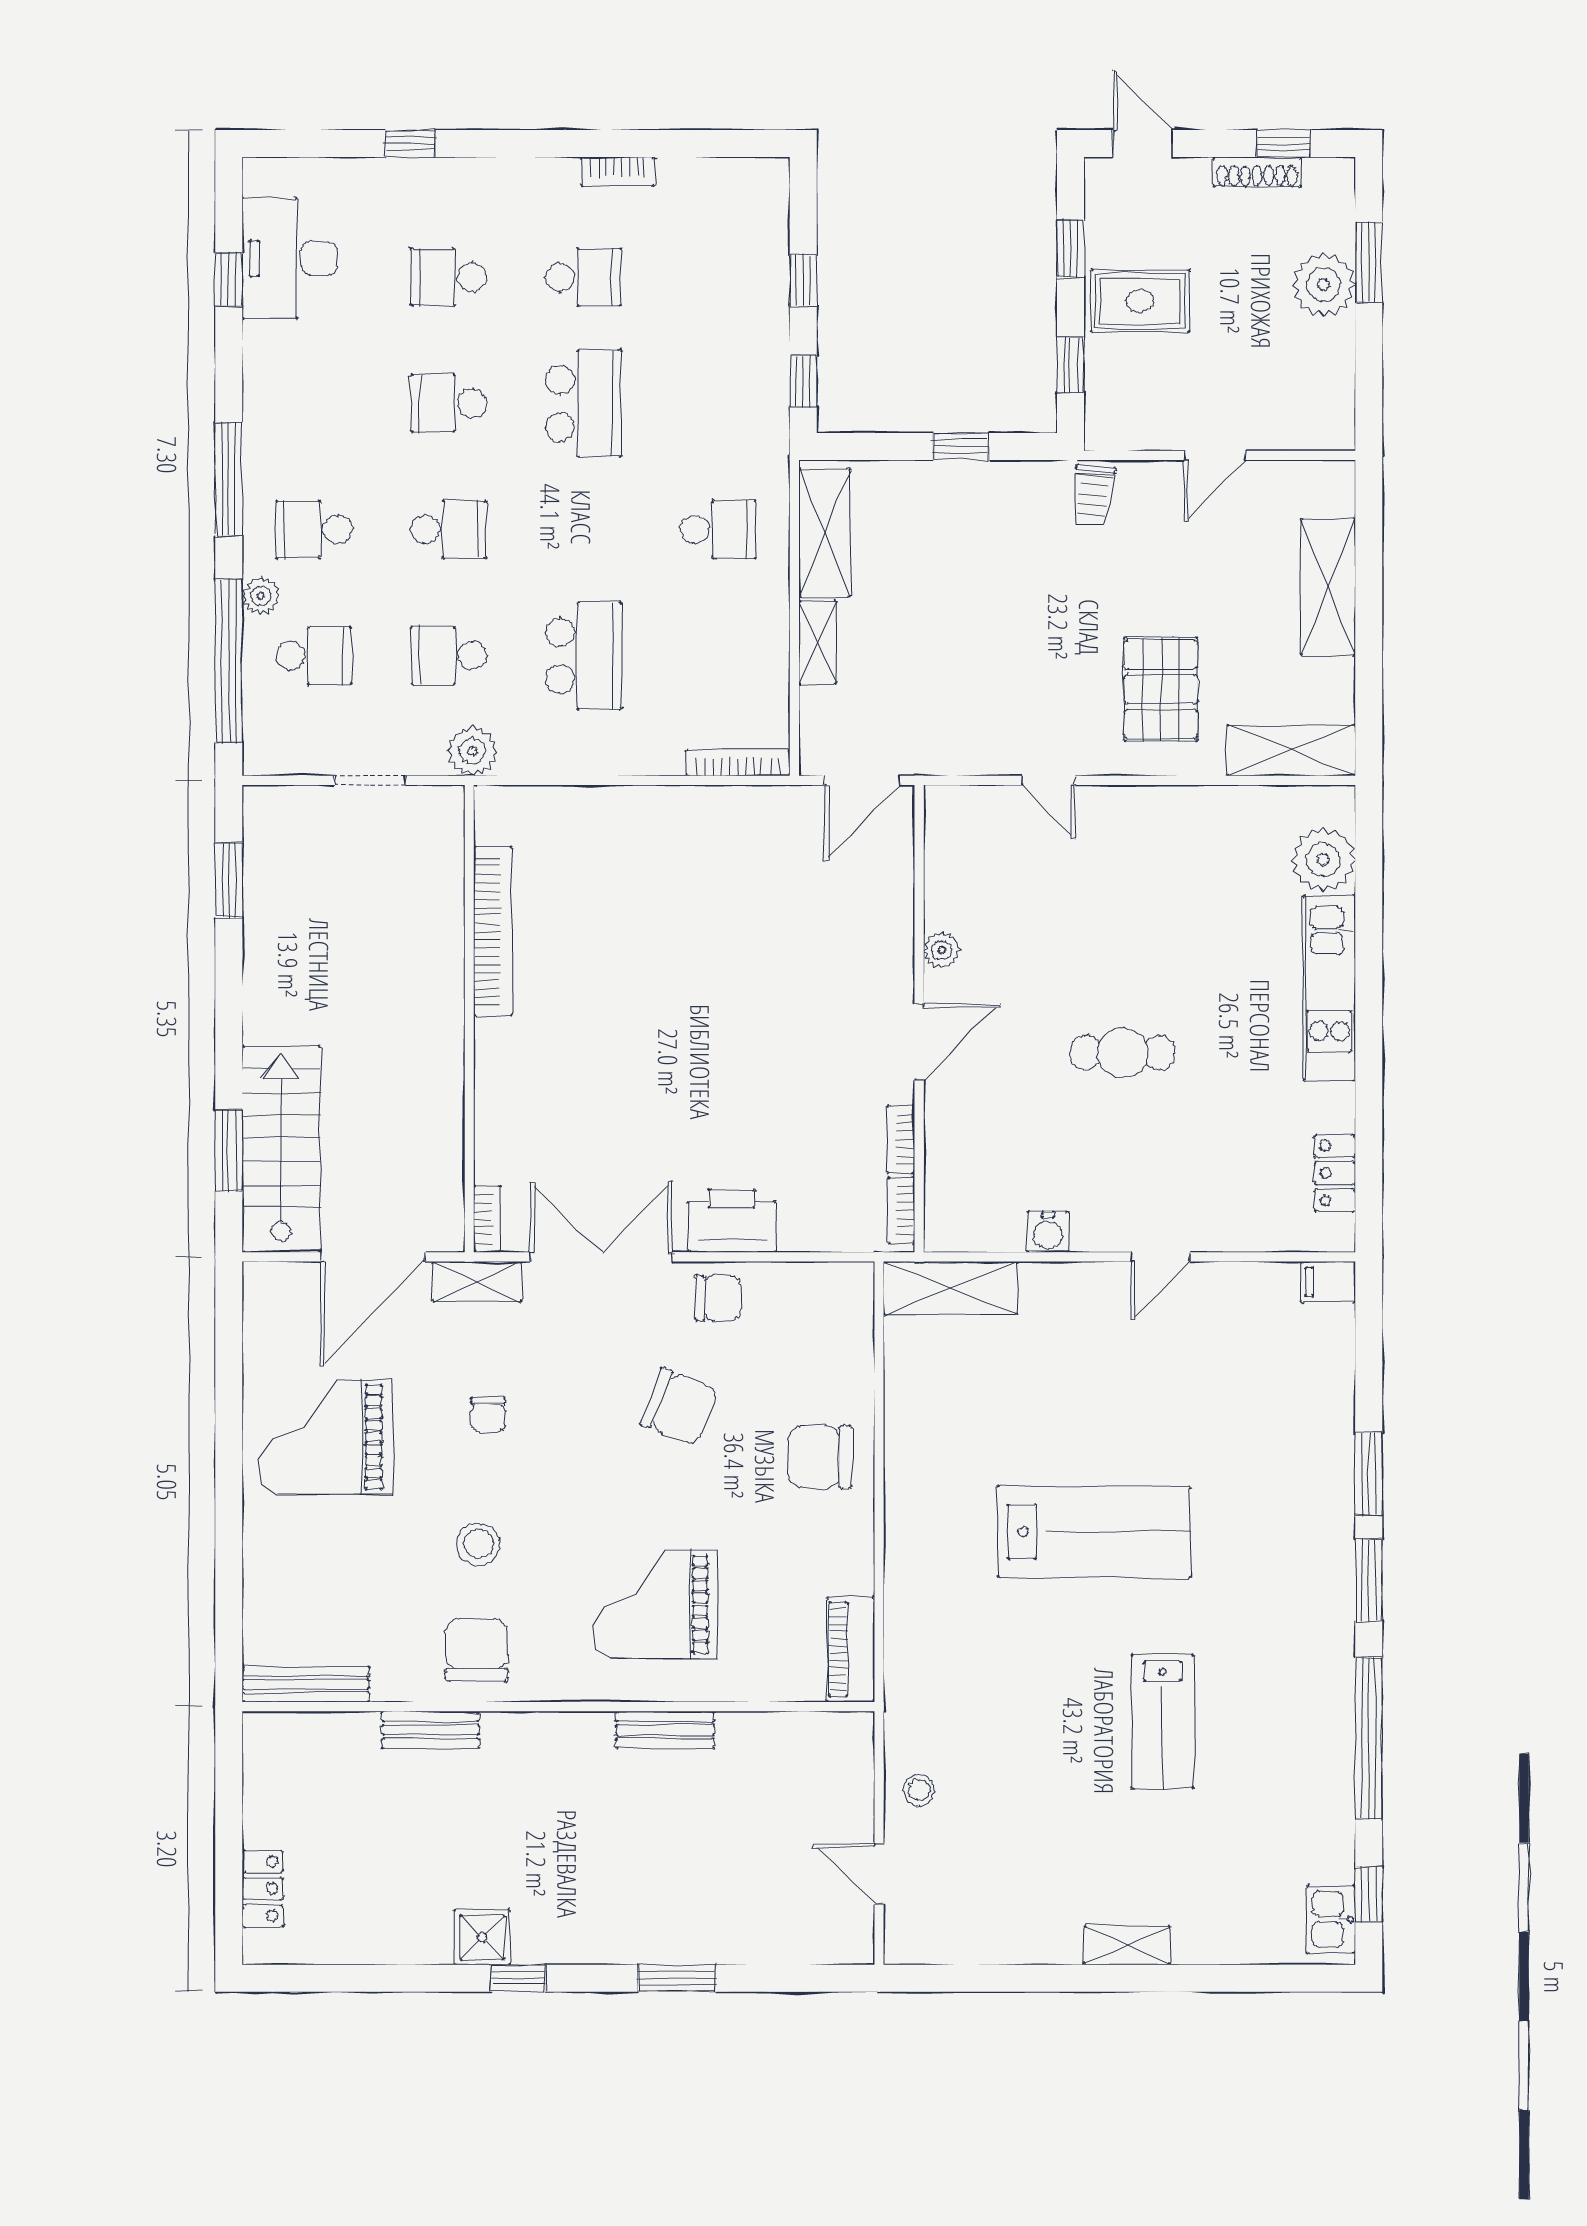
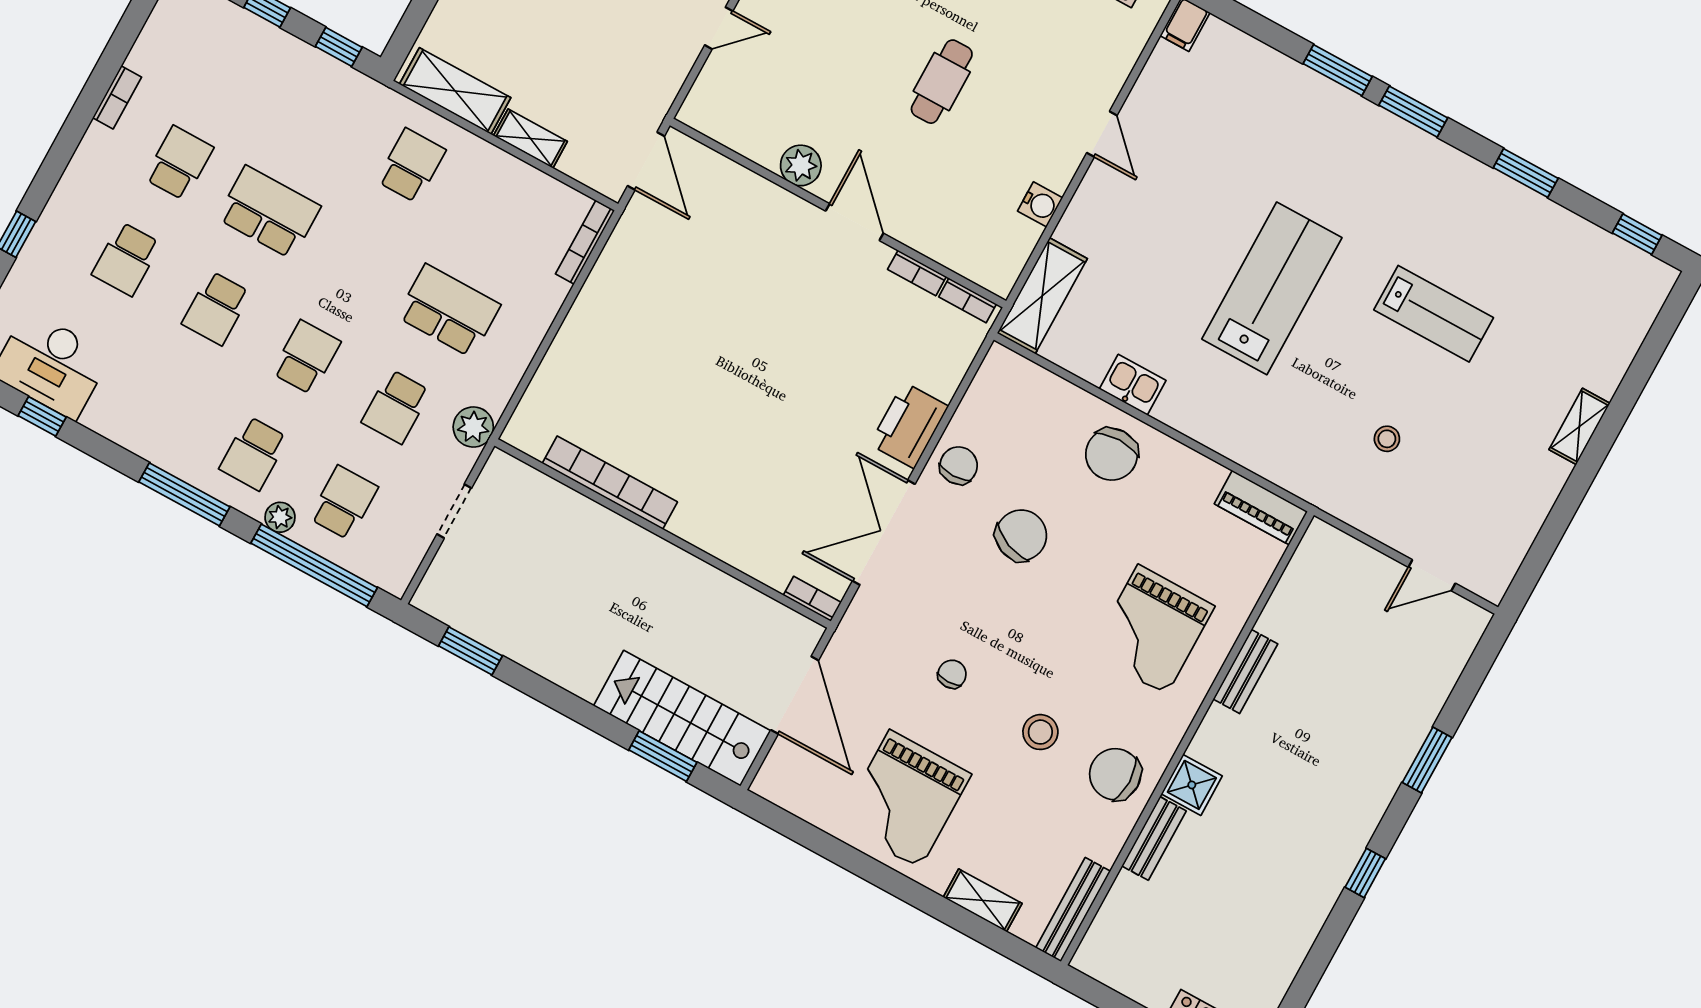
plant: (942, 950) -> (801, 165), width x1.38, depth x1.38
shelving: (477, 1281) -> (983, 900), moved, turned 90
chair: (488, 1414) -> (952, 674), turned -90
window: (1369, 1738) -> (1526, 173), width x0.47
stool: (919, 1790) -> (1387, 439), moved
kitchen sink: (1331, 1919) -> (1133, 385), moved, turned 180
shower: (482, 1937) -> (1192, 785), moved

